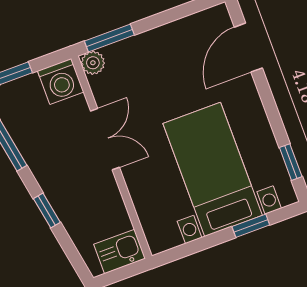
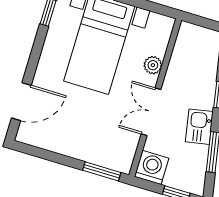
plant: (93, 63) -> (153, 65), moved
kitchen sink: (120, 251) -> (199, 127), moved, turned 80

